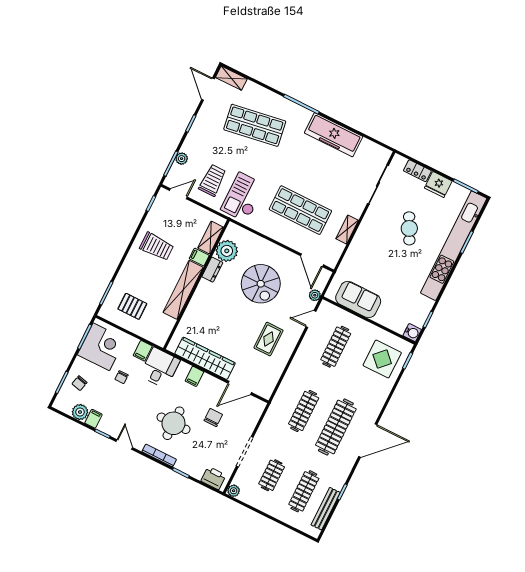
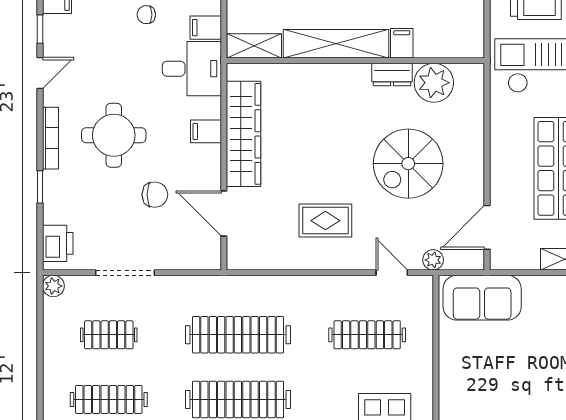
shelving: (210, 238) -> (254, 46), moved
sofa: (358, 300) -> (482, 298), moved, turned 90
clothes rail: (304, 411) -> (238, 335), width x1.37, depth x1.31

